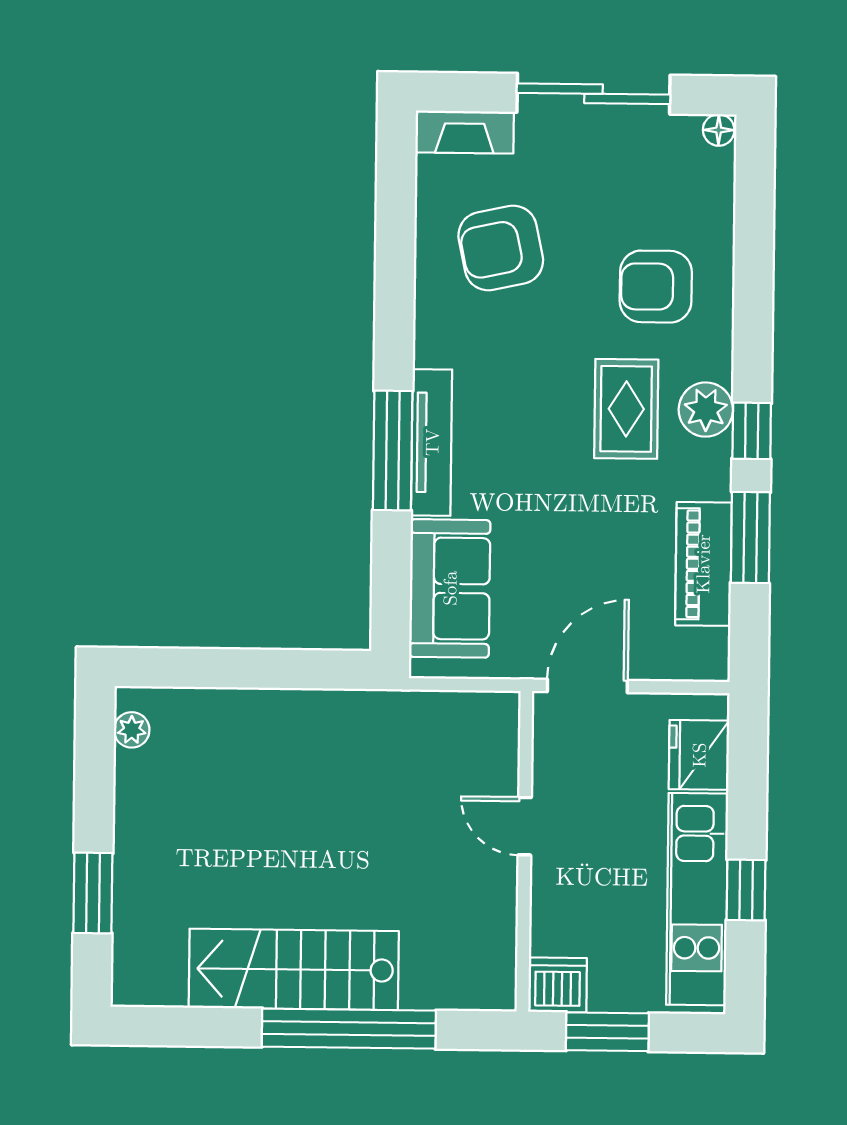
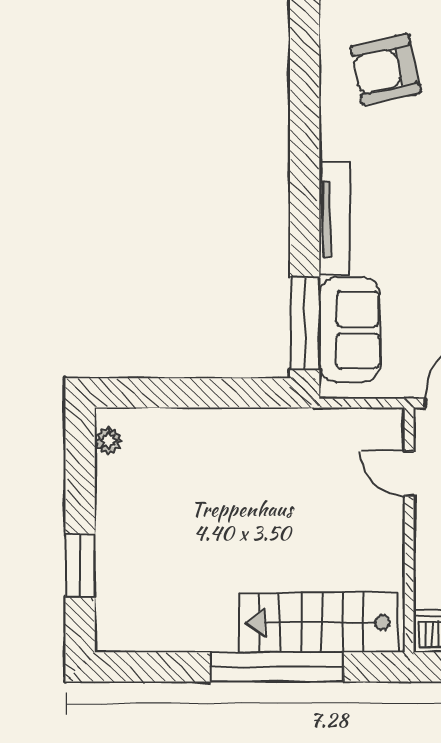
window: (393, 451) -> (305, 323), moved
door: (525, 826) -> (409, 473), moved
stairs: (294, 969) -> (318, 622), moved

